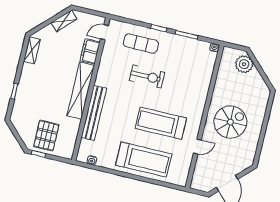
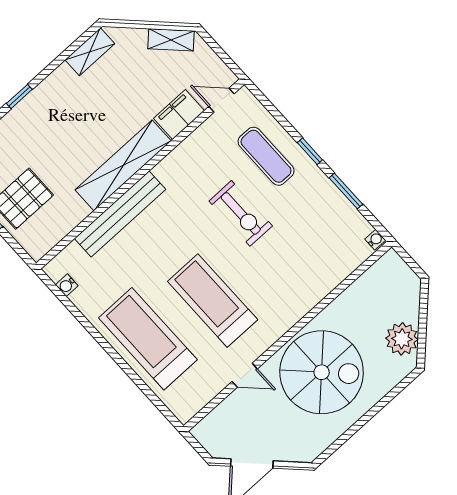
plant: (244, 64) -> (402, 339), moved
spiral stairs: (230, 122) -> (322, 372), width x1.37, depth x1.37
treadmill: (144, 160) -> (148, 339), turned 180

